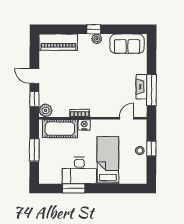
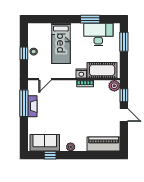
window: (94, 29) -> (50, 155), moved
window: (34, 150) -> (124, 42), moved
desk: (79, 170) -> (98, 34), moved

